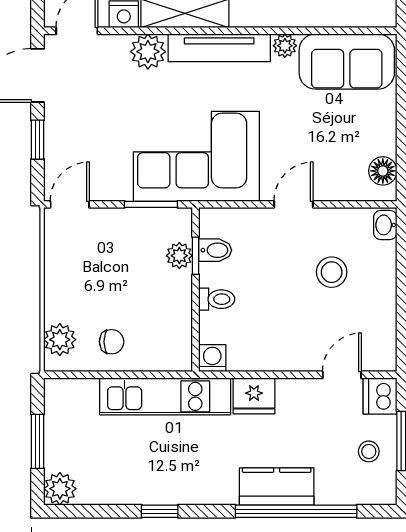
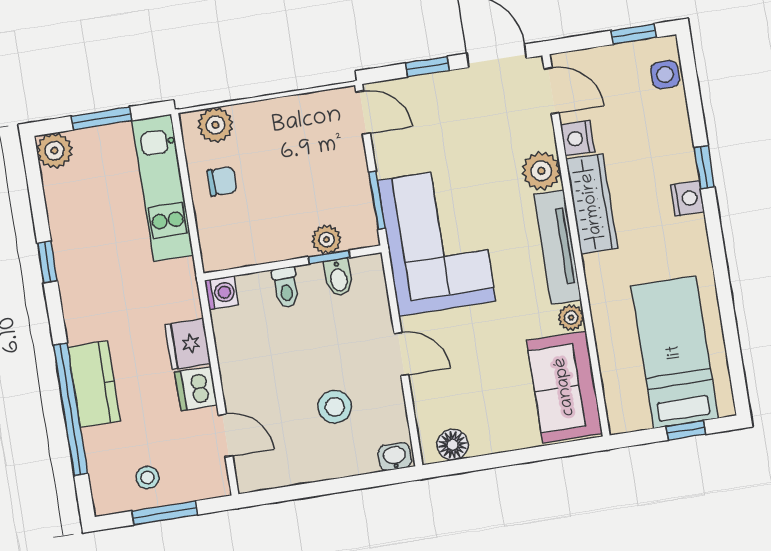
chair: (112, 342) -> (222, 181), turned -90
kitchen unit: (165, 396) -> (163, 188), moved
dishwasher: (380, 396) -> (196, 389), moved, turned -90

